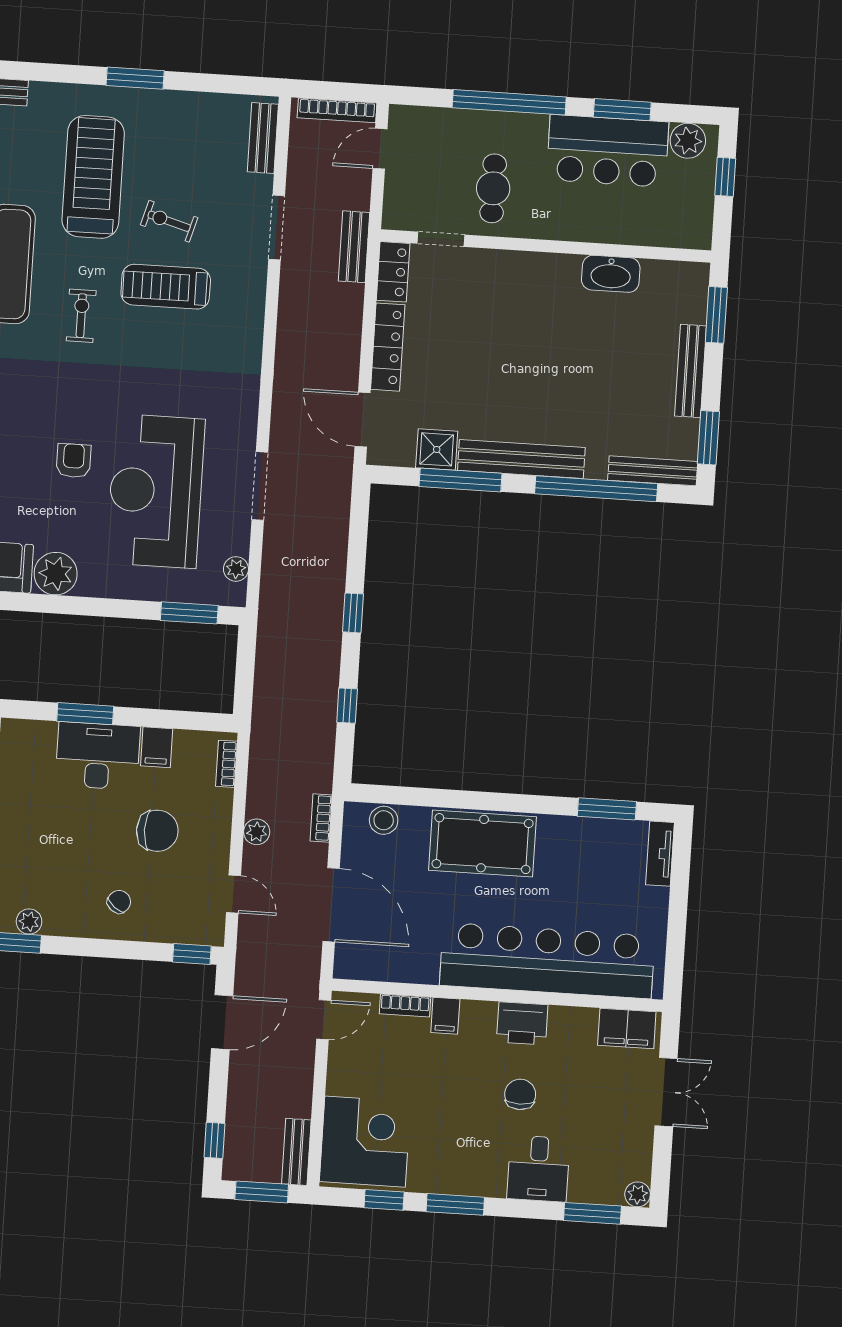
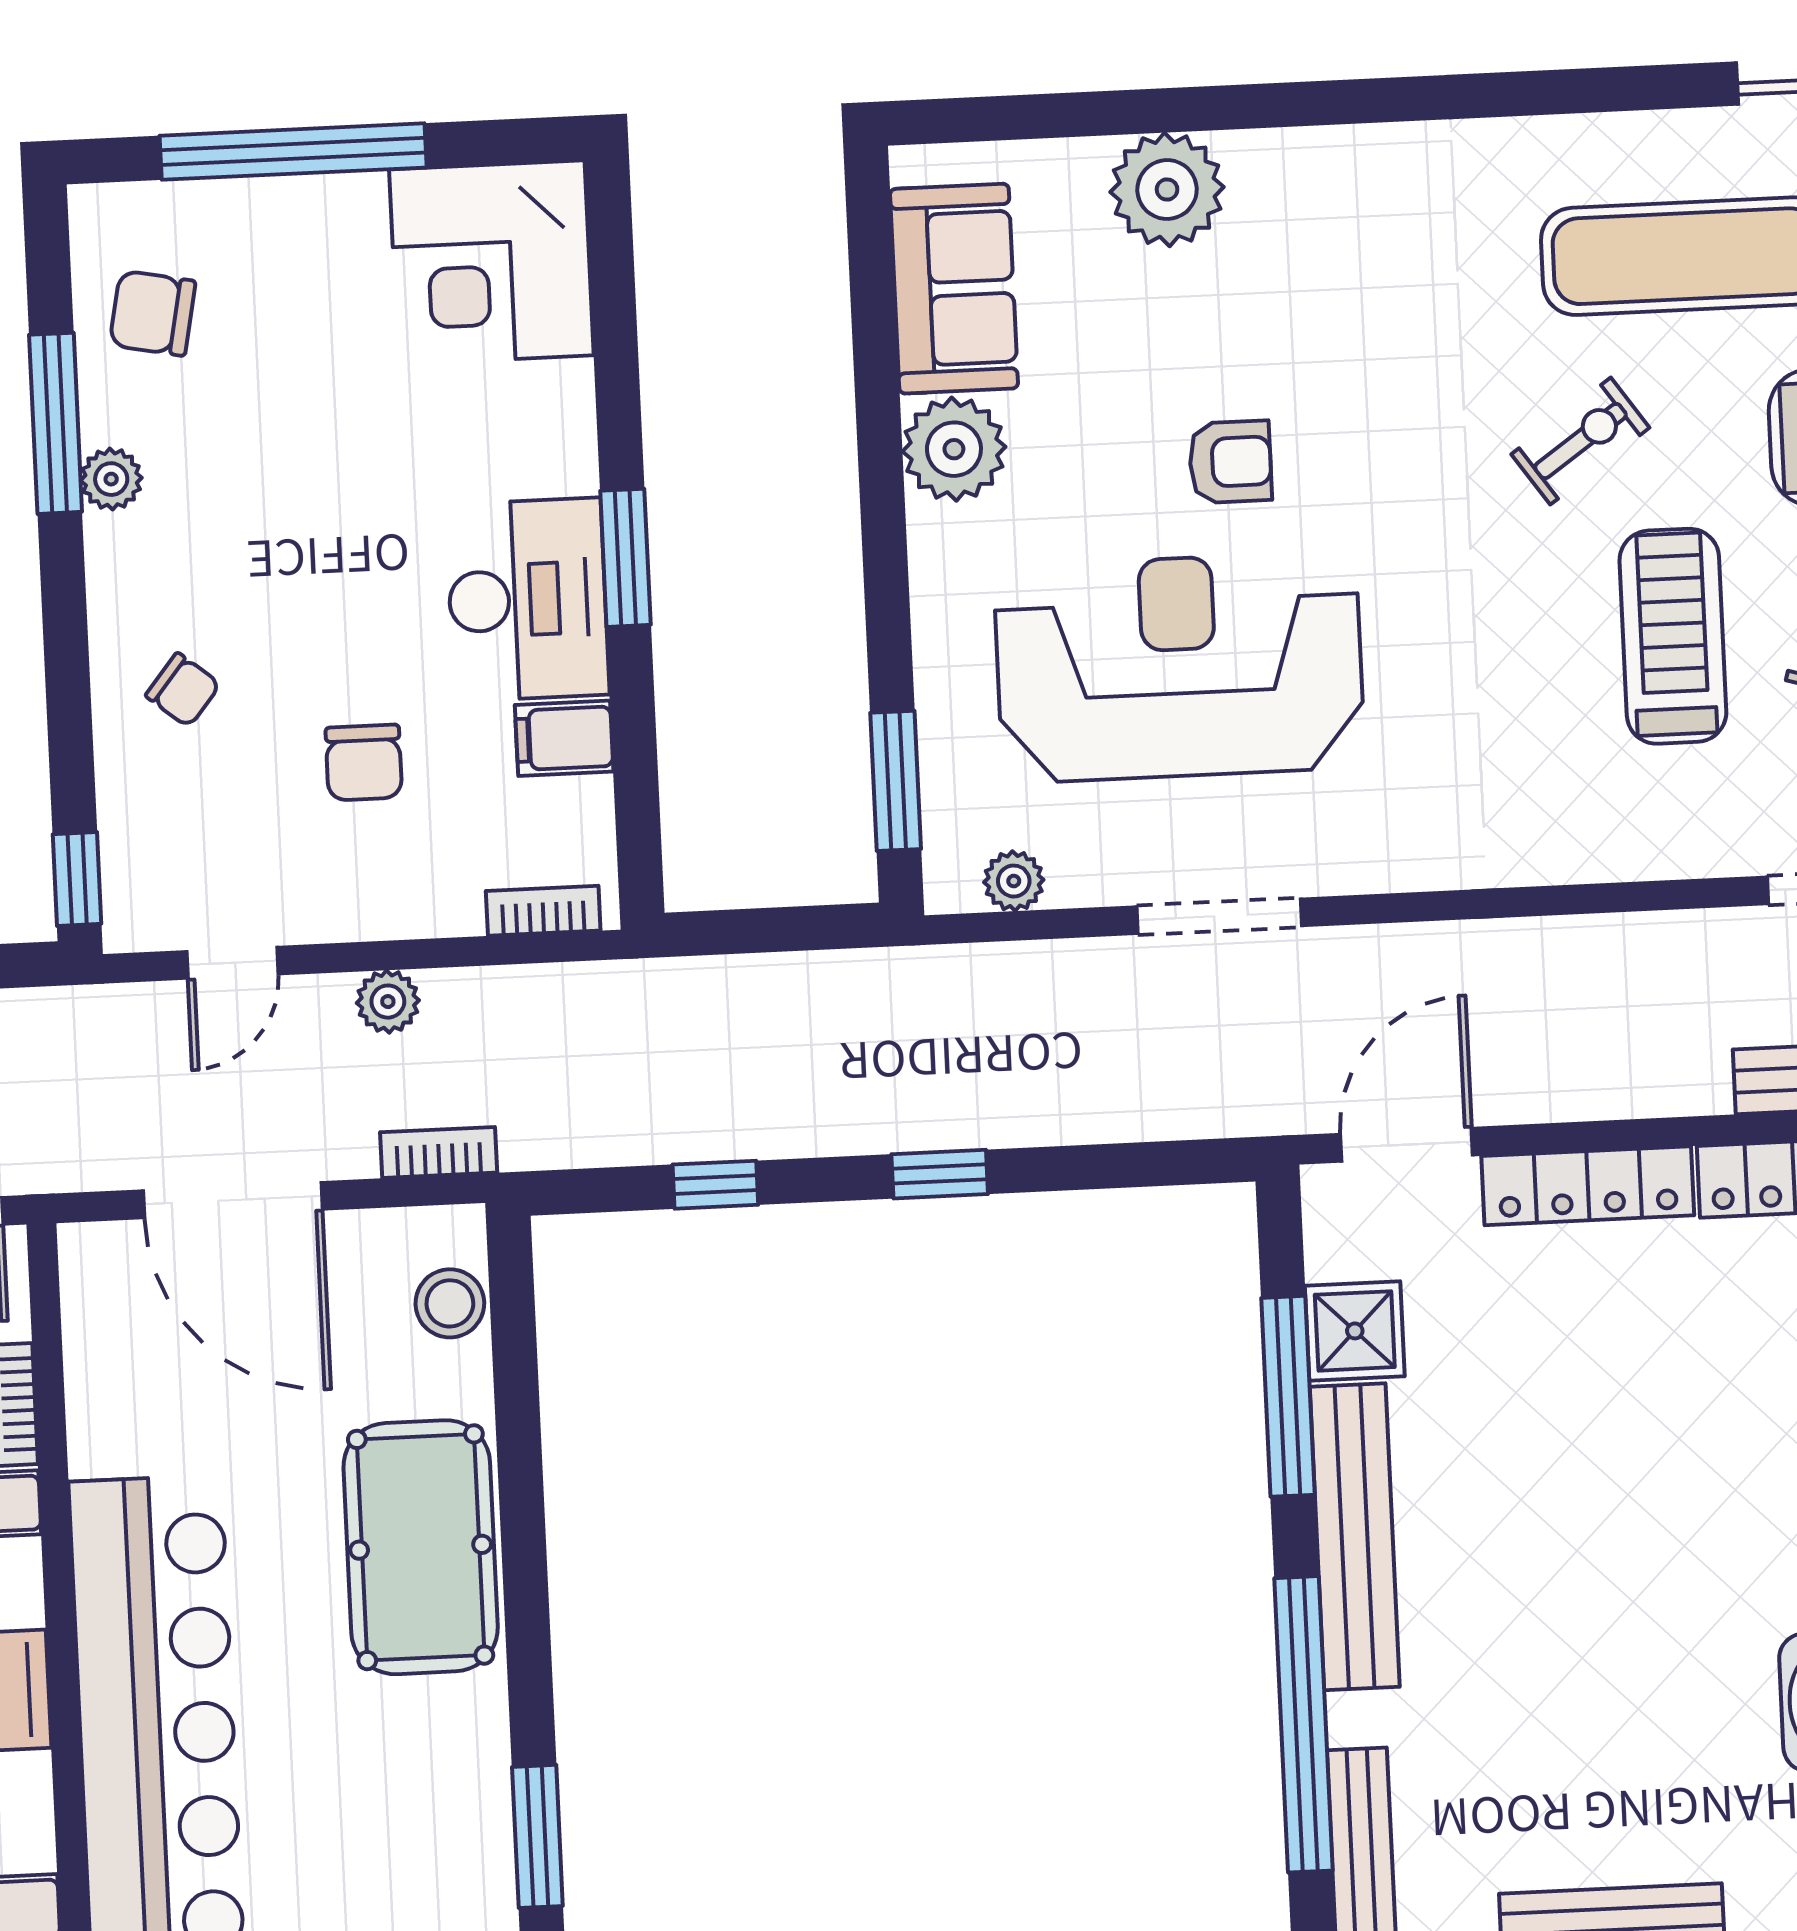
exercise bike: (81, 316) -> (1580, 441), turned -35
chair: (157, 831) -> (364, 763), width x0.73, depth x0.73
door: (331, 905) -> (233, 1200), hinge flipped

